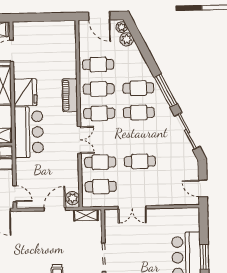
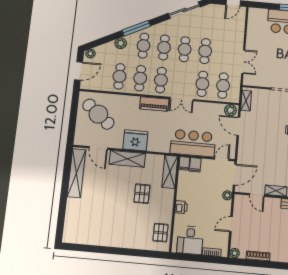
plant: (127, 39) -> (121, 43), moved
cafe table: (51, 46) -> (98, 114), added
window: (166, 91) -> (136, 28), moved
piano: (70, 95) -> (154, 104), moved
bar counter: (29, 132) -> (193, 143), moved
cafe table: (139, 137) -> (185, 49), added
double door: (79, 140) -> (182, 99), swing flipped

